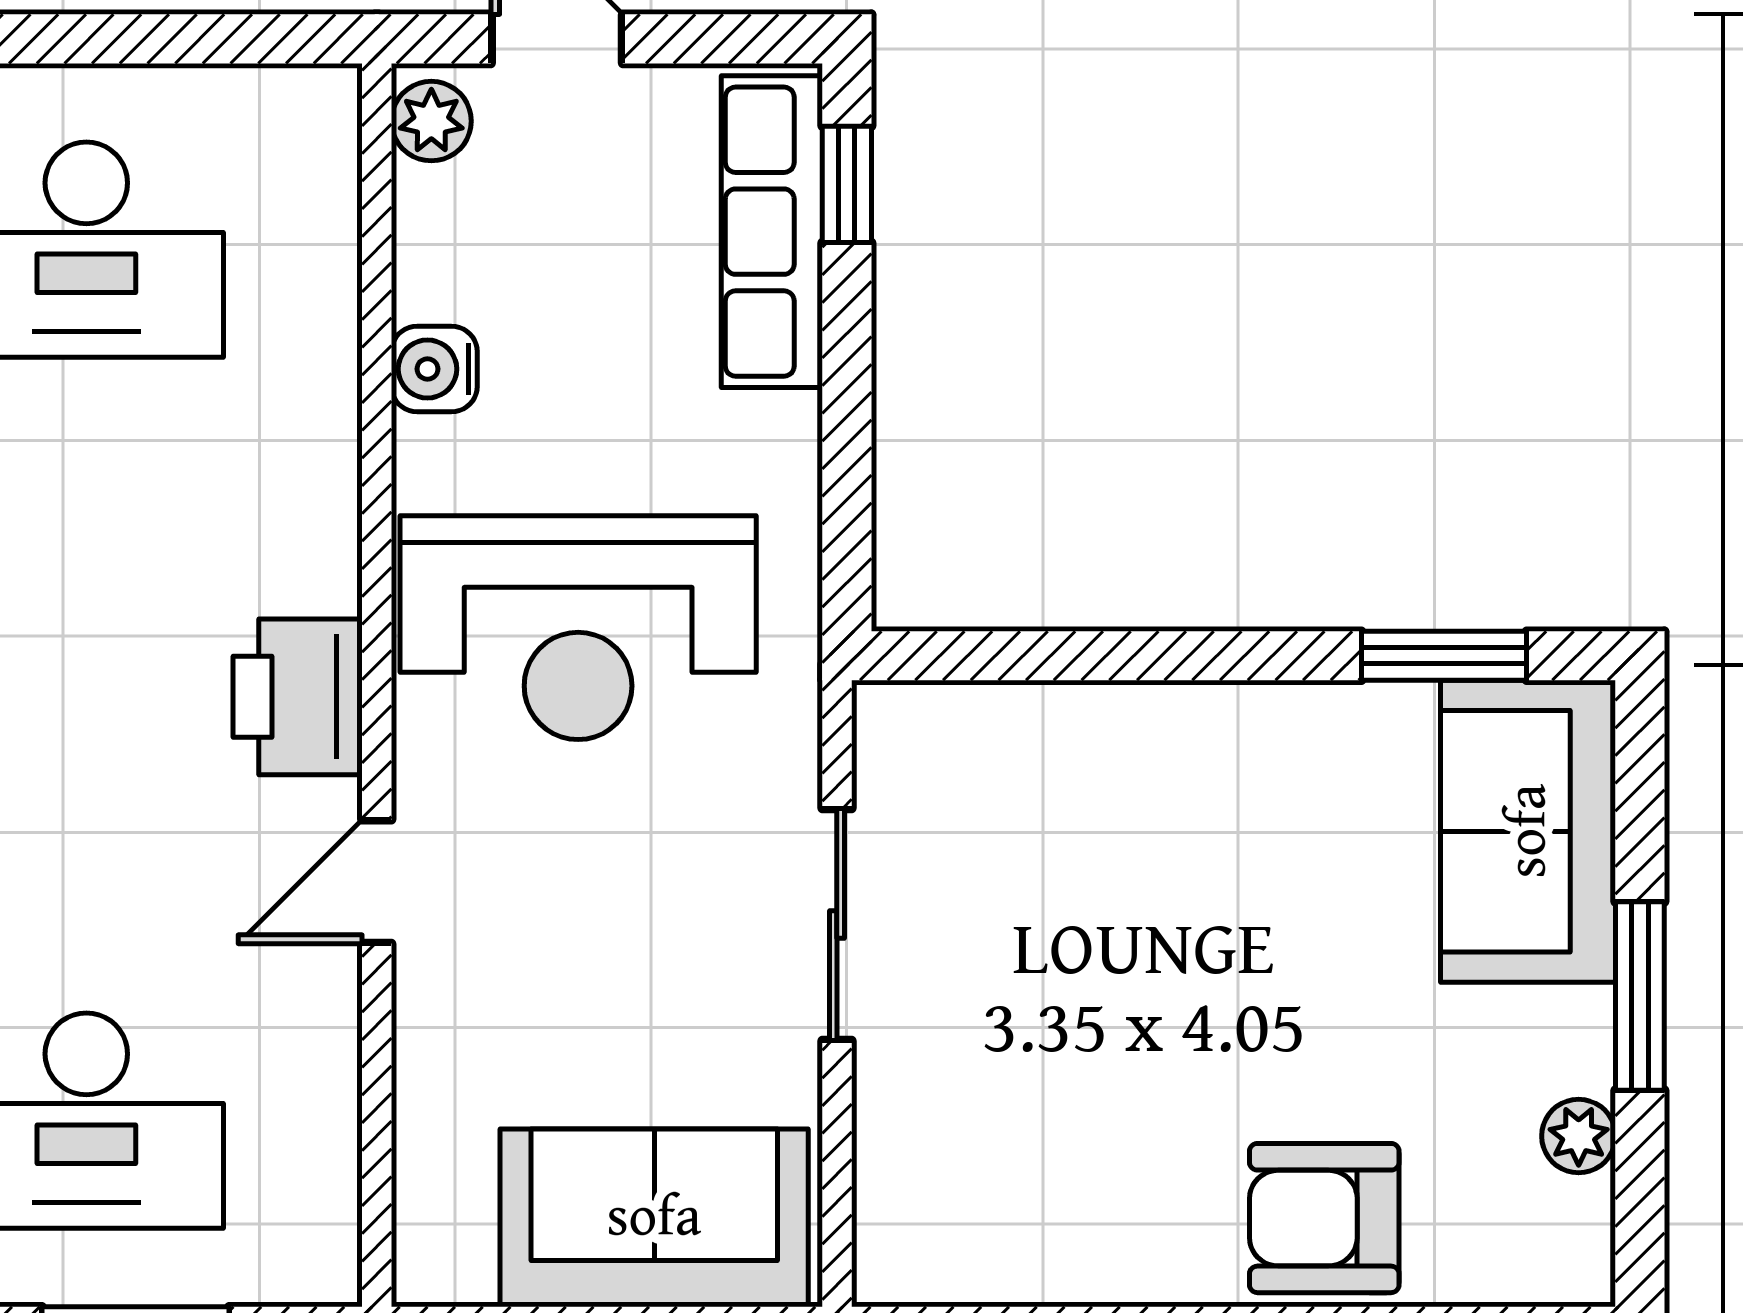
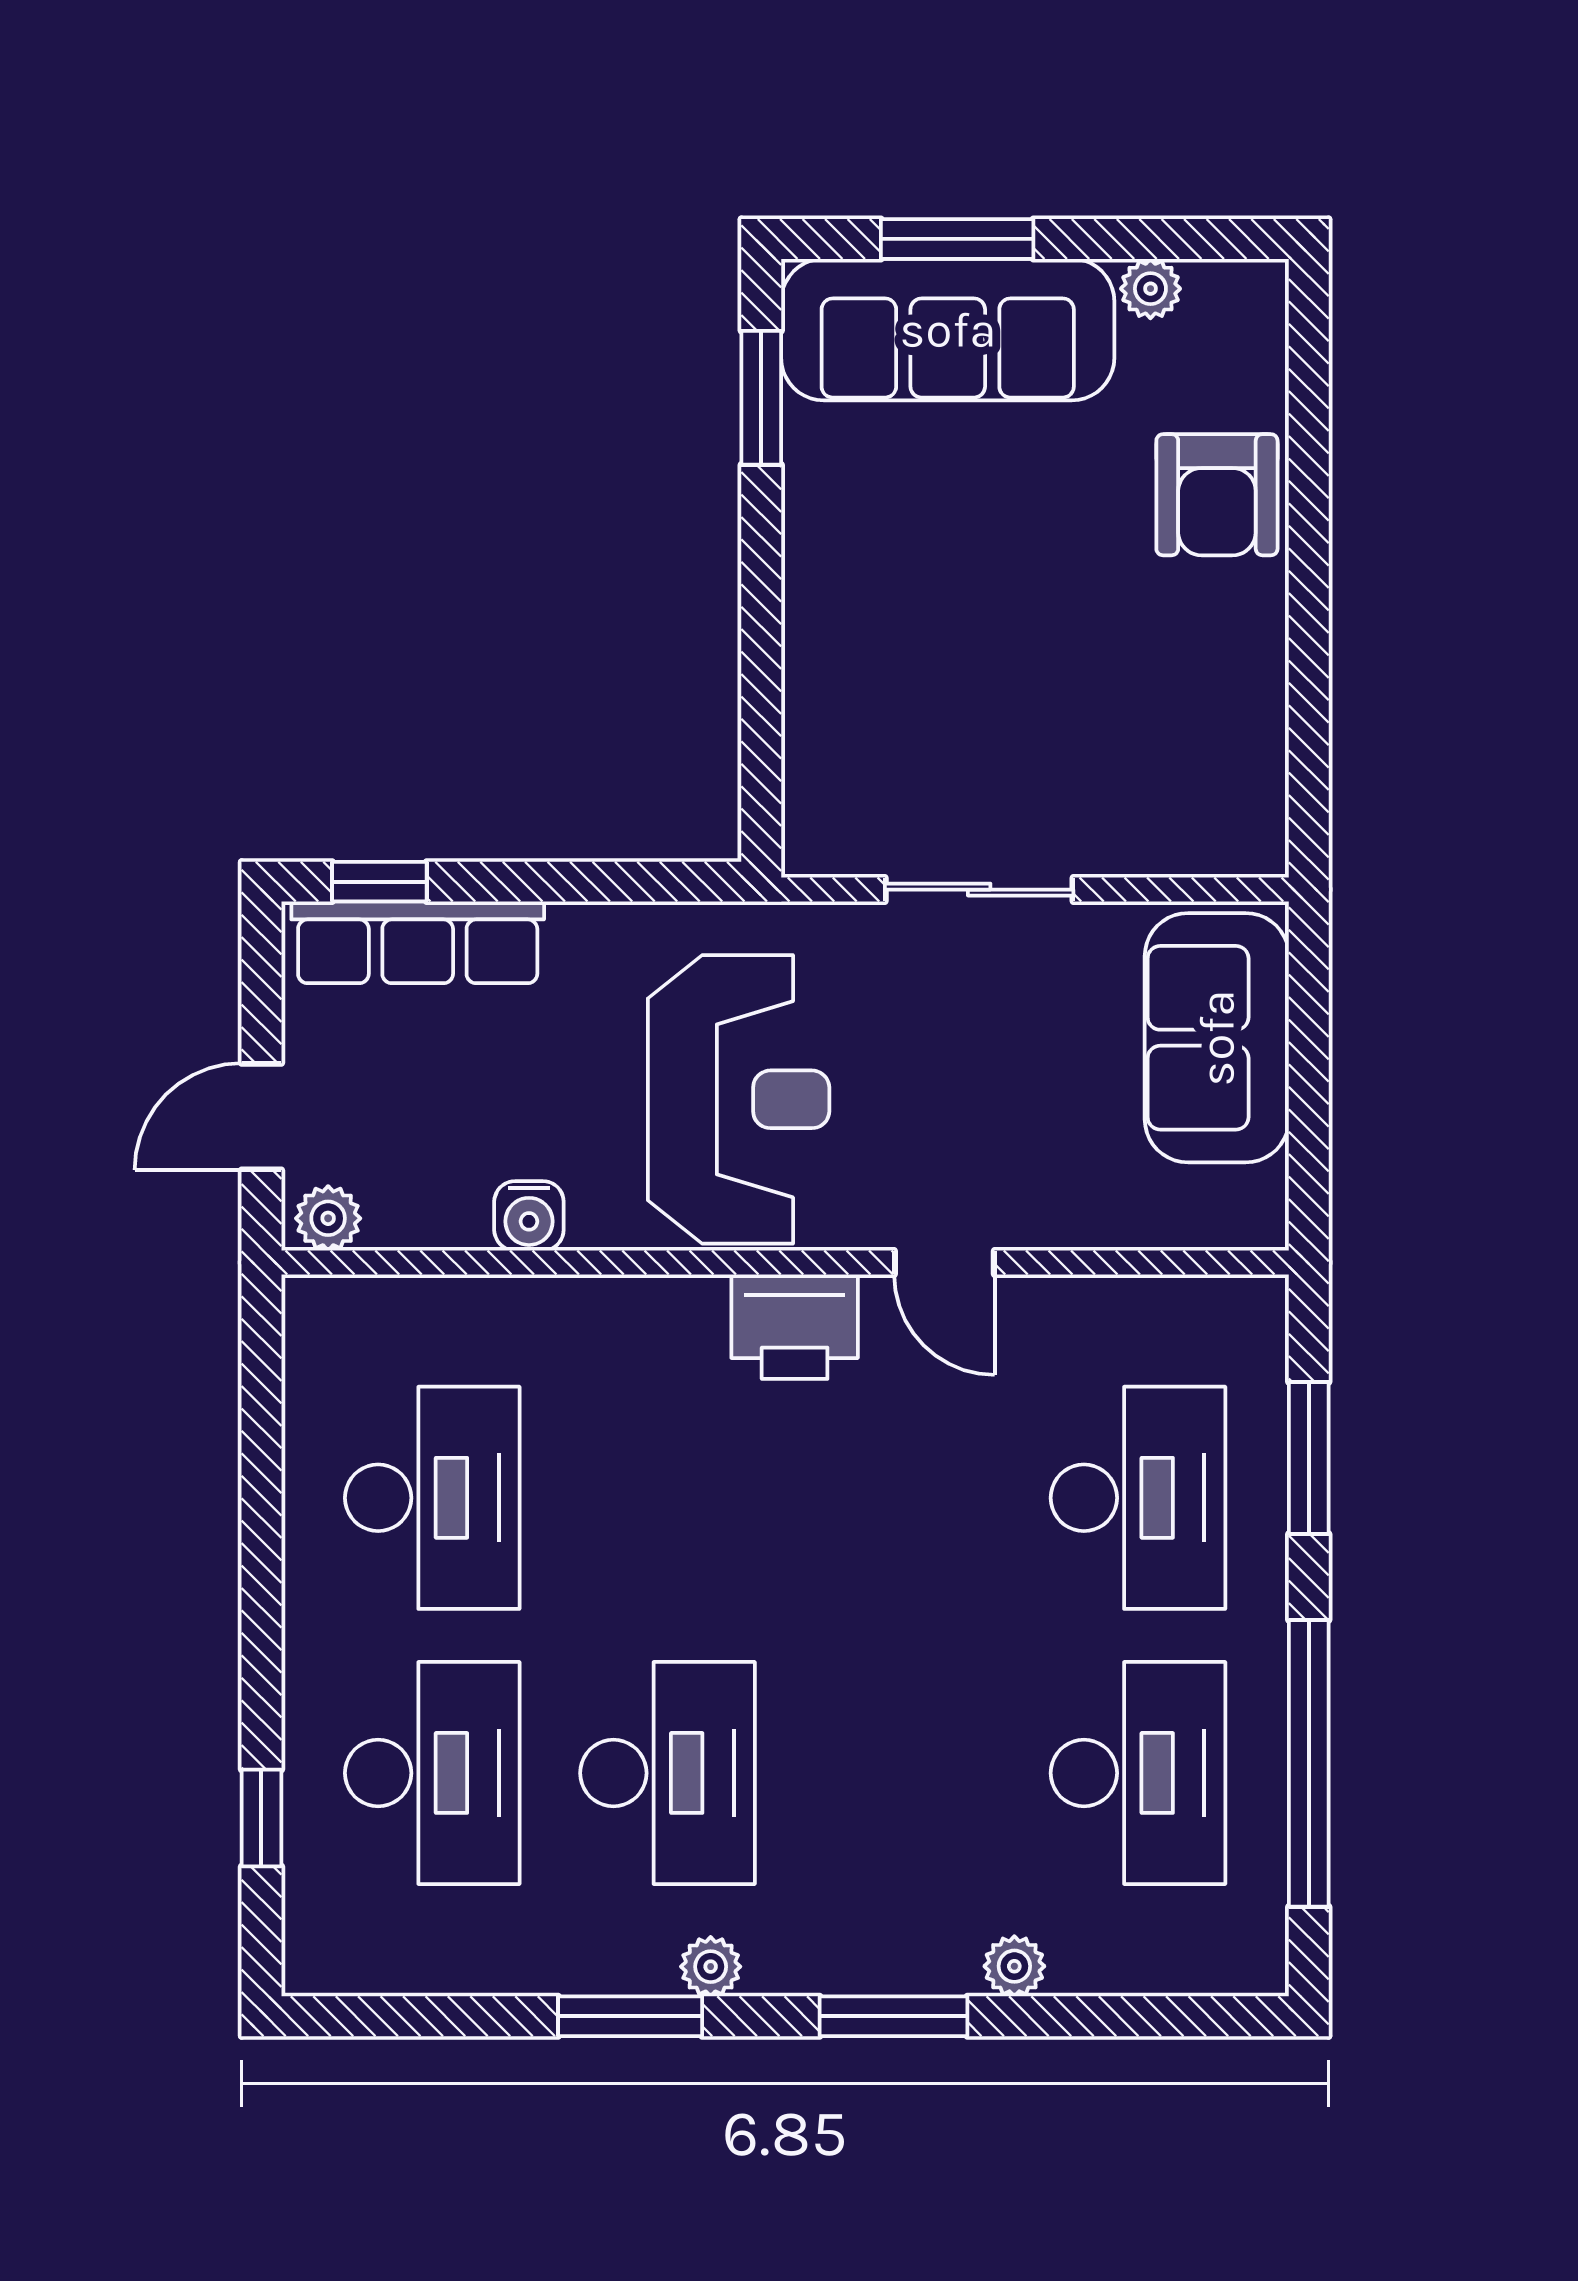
sofa: (1528, 831) -> (948, 330), width x1.36
window: (1640, 996) -> (957, 239), moved

